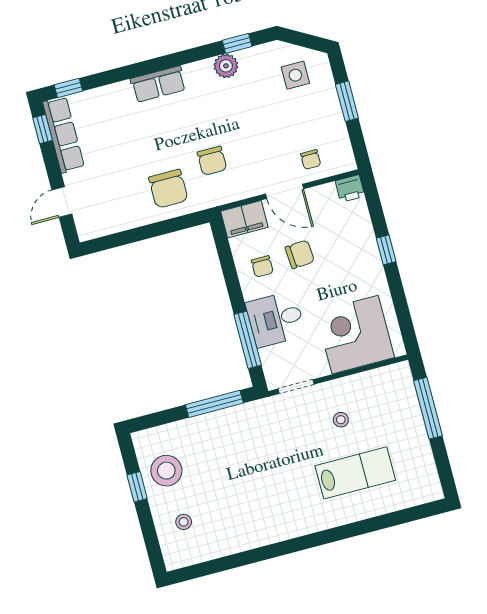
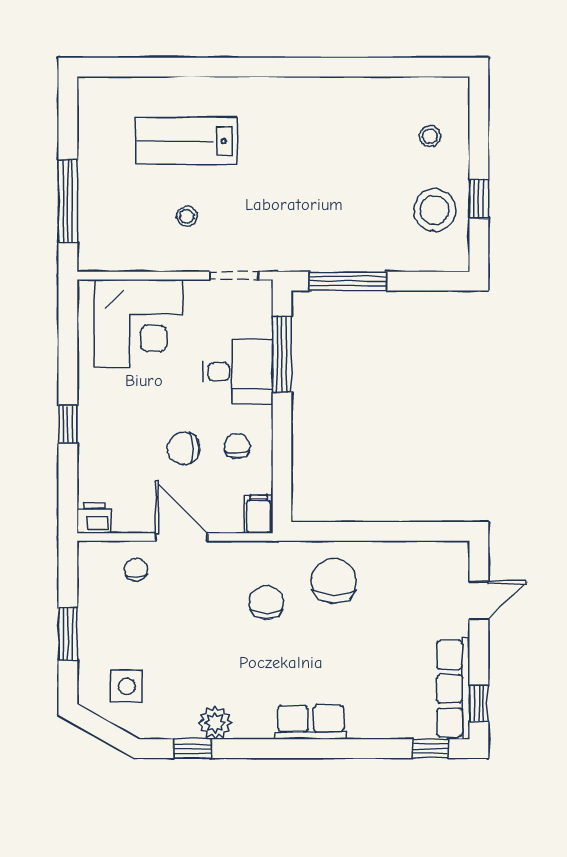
filing cabinet: (244, 219) -> (258, 514), width x0.50

